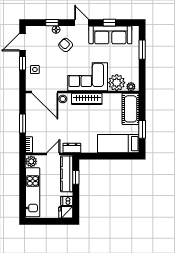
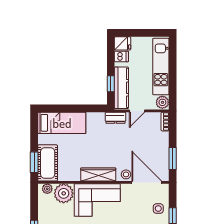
window: (23, 124) -> (173, 158), moved
window: (142, 129) -> (34, 162), moved

